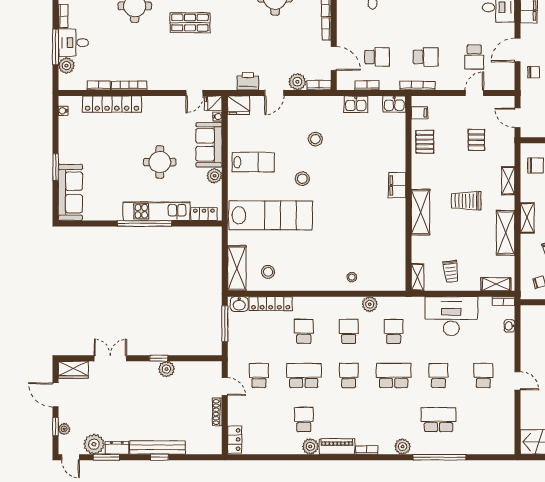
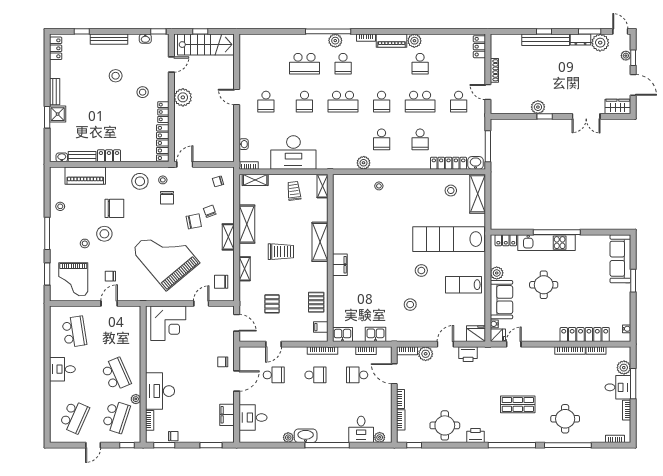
school desk: (426, 57) -> (315, 375), turned 180
school desk: (474, 57) -> (274, 375), turned 90
school desk: (394, 331) -> (343, 64), moved
window: (439, 457) -> (328, 31), moved

